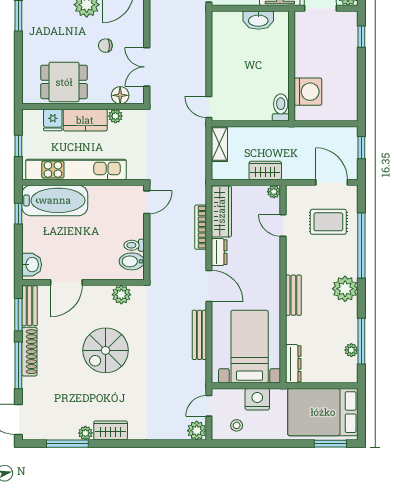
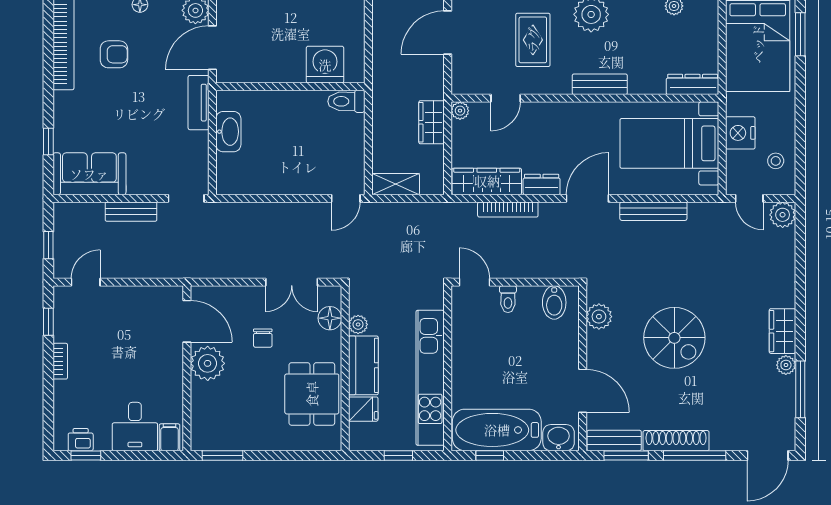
bathtub: (55, 200) -> (497, 430), moved, turned -90
rug: (328, 222) -> (533, 40), moved
toilet: (134, 245) -> (508, 299), moved

